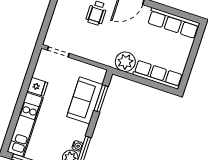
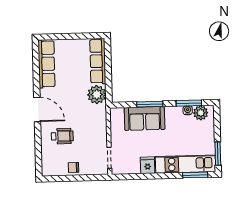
chair: (61, 13) -> (74, 168), added
window: (101, 98) -> (150, 104), moved
window: (11, 130) -> (195, 175), added

